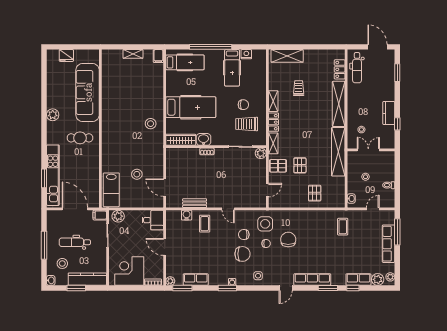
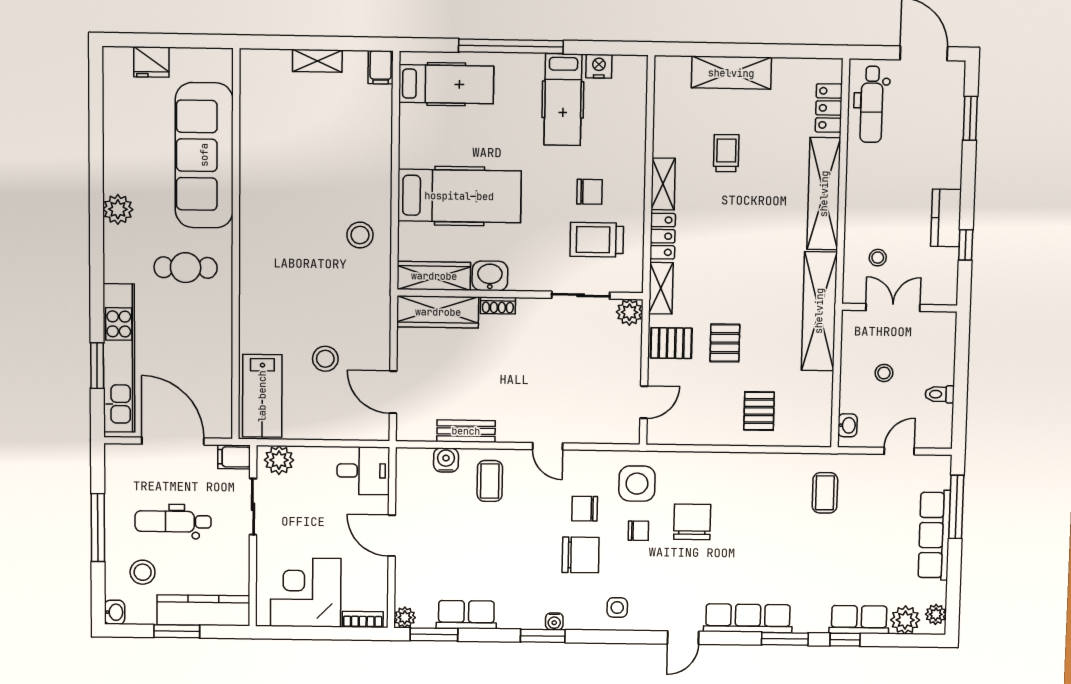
shelving: (287, 56) -> (731, 73), moved
wardrobe: (182, 154) -> (438, 312), added

